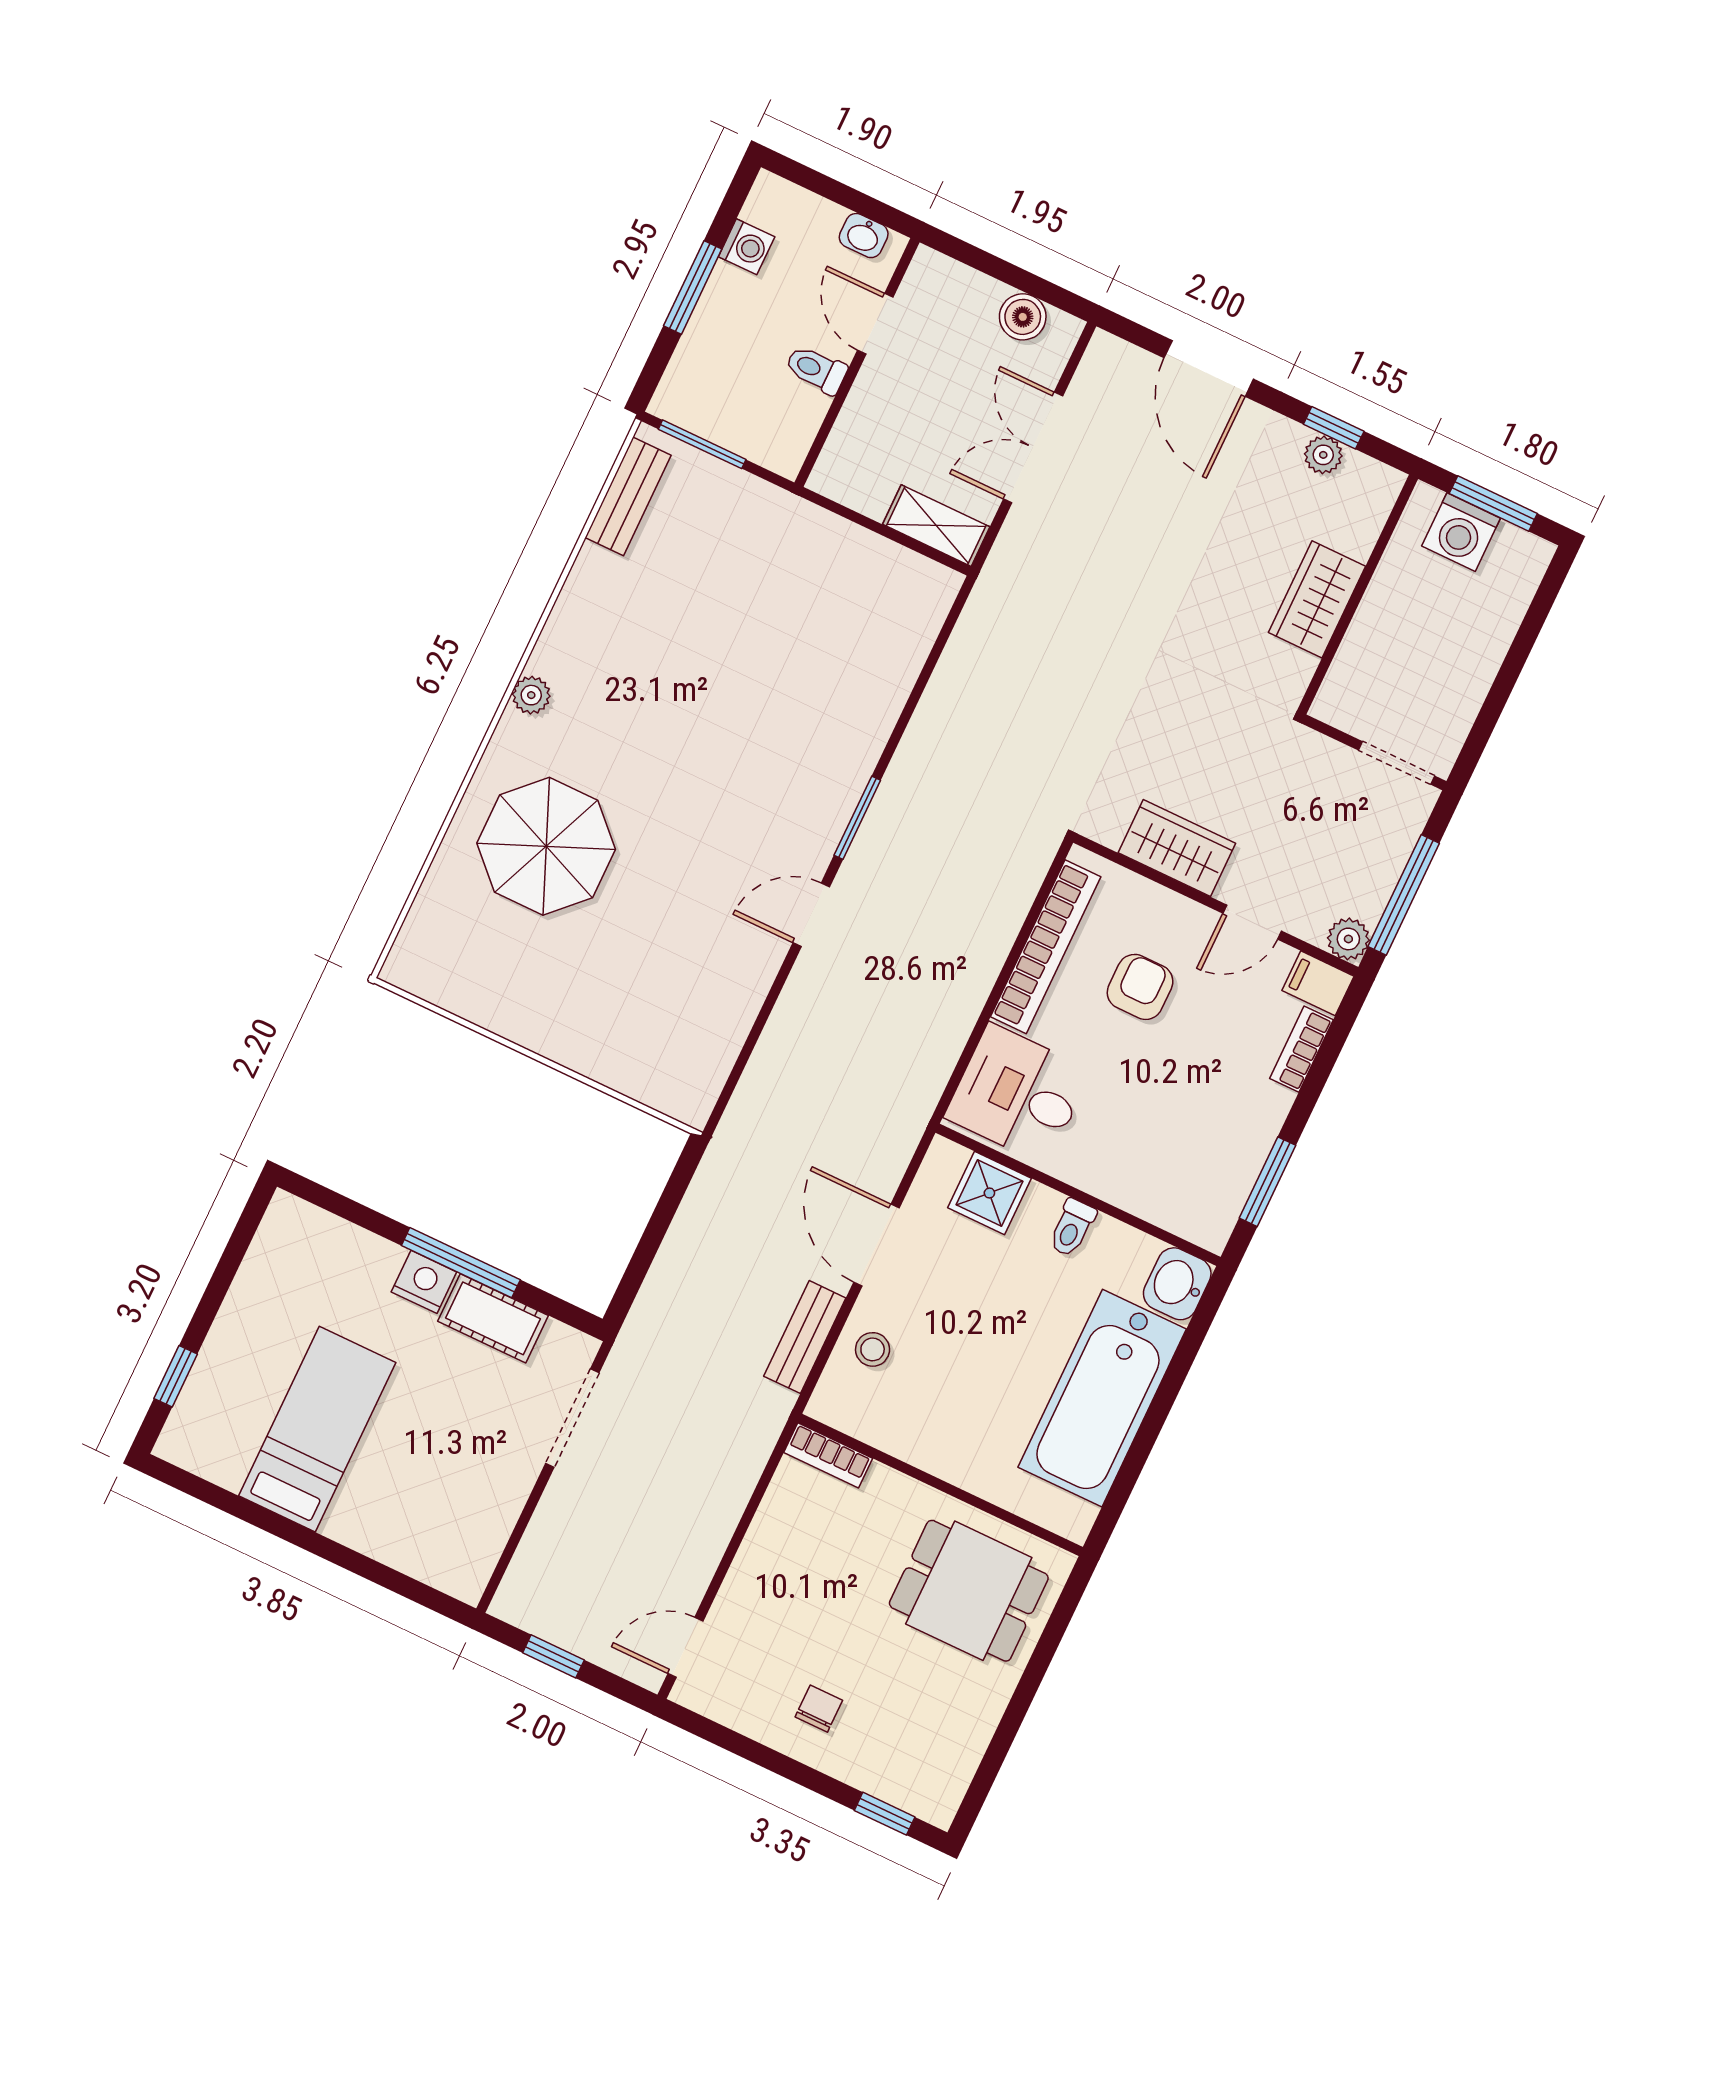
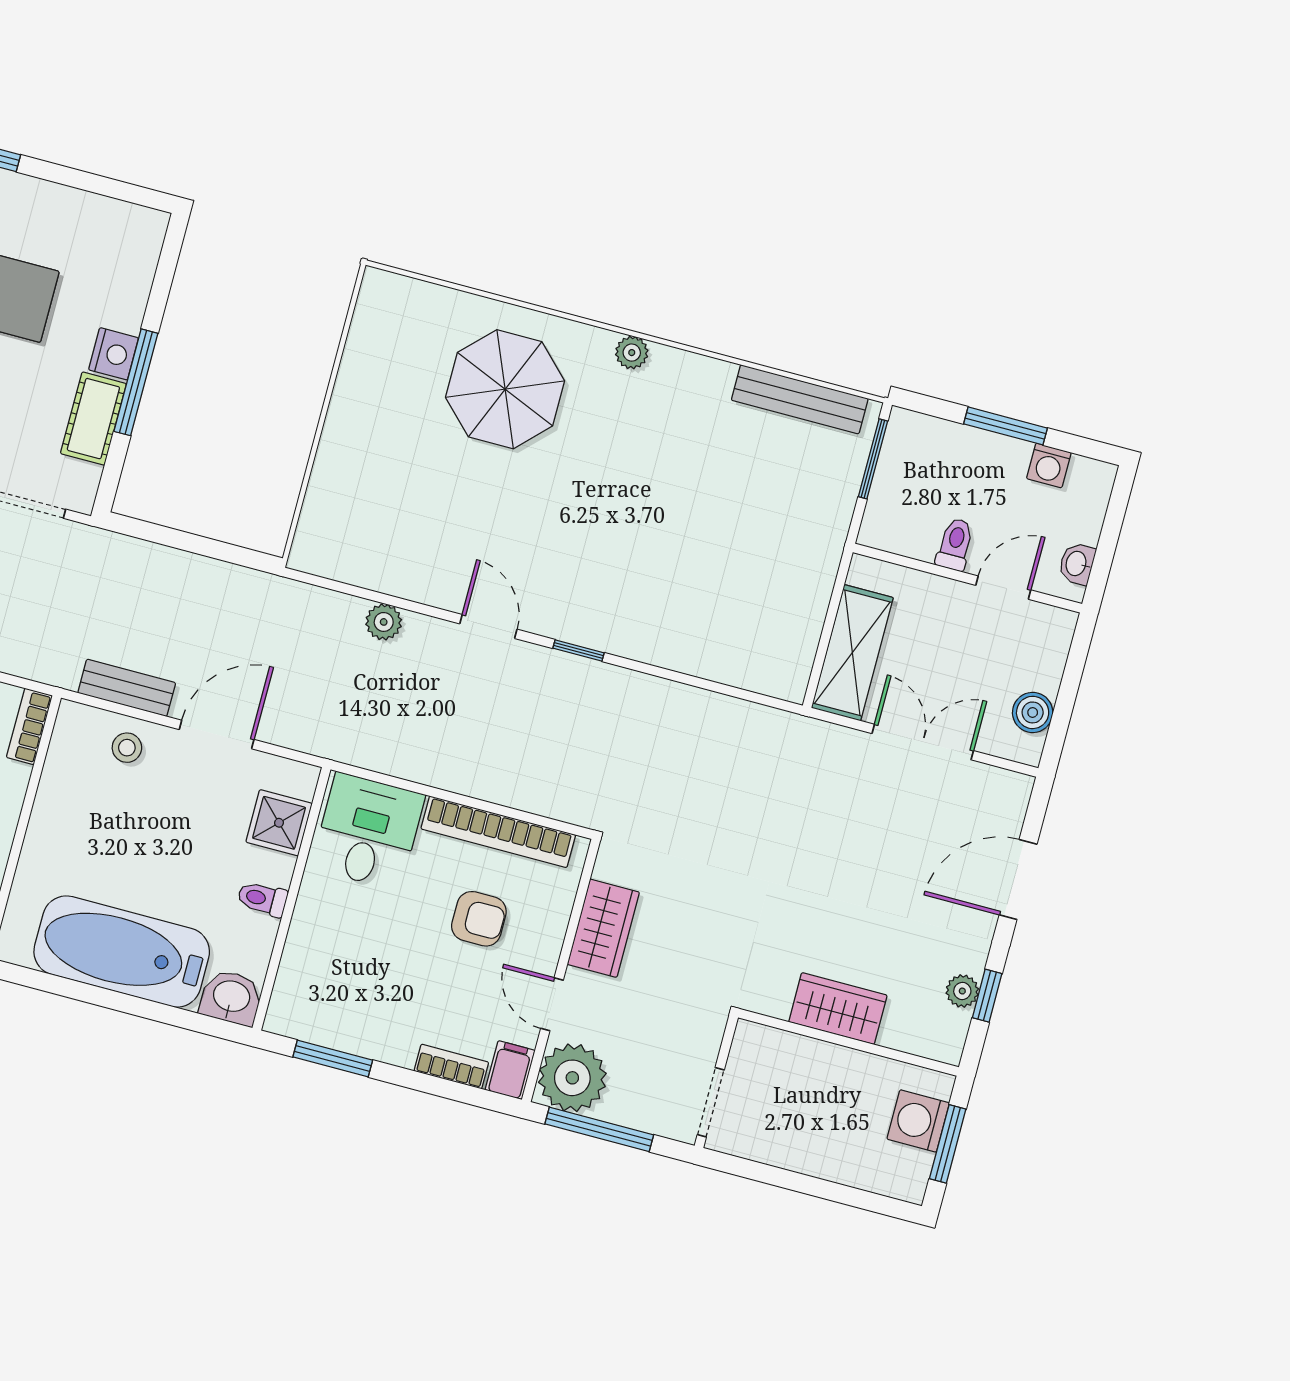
bench: (628, 496) -> (800, 399), width x1.36
shelving: (936, 526) -> (852, 653), width x1.50, depth x1.33
window: (857, 818) -> (579, 650), width x0.67
plant: (1348, 939) -> (572, 1078), width x1.87, depth x1.87
plant: (784, 1032) -> (384, 622), added

